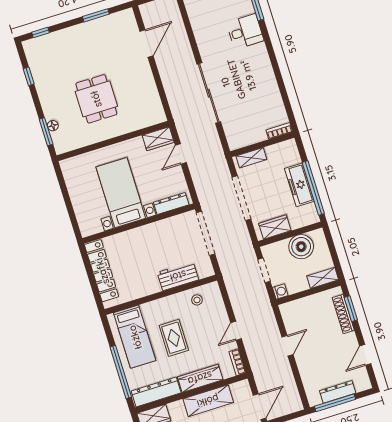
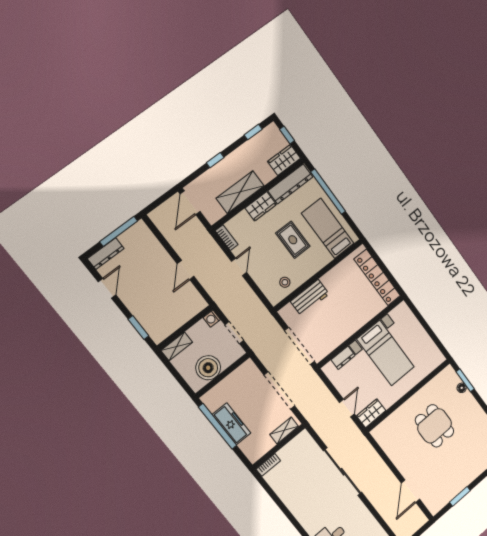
dresser: (171, 203) -> (343, 358), width x0.70
wardrobe: (275, 227) -> (239, 376), removed
shoe rack: (343, 314) -> (144, 320), removed
wardrobe: (200, 378) -> (261, 206), width x0.67
dresser: (338, 392) -> (106, 254), moved

